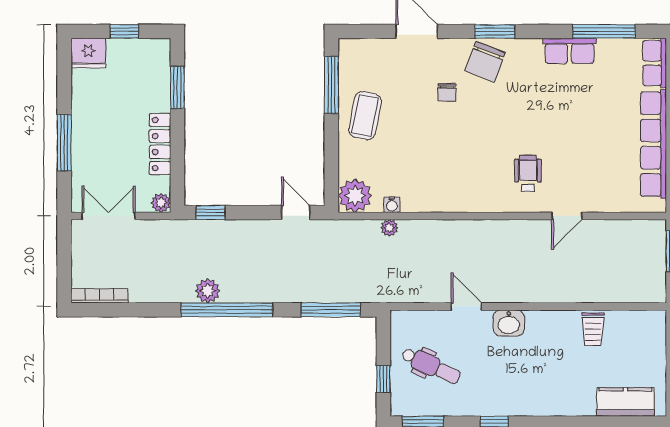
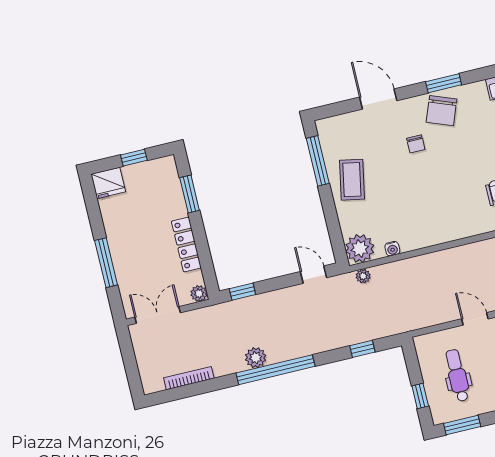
plant: (389, 228) -> (363, 276), moved
bookcase: (99, 296) -> (189, 378), moved
window: (331, 310) -> (362, 349), width x0.46
dental chair: (431, 366) -> (457, 375), turned -115

